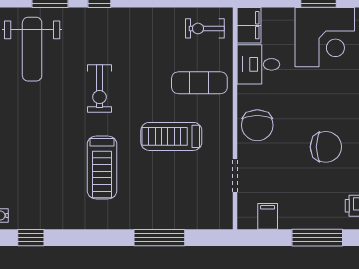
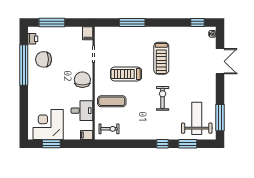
filing cabinet: (249, 25) -> (87, 135), width x0.50
treadmill: (171, 136) -> (126, 74), turned 180
chair: (326, 147) -> (44, 59), moved
treadmill: (102, 167) -> (161, 58), turned 180
filing cabinet: (268, 216) -> (88, 33), moved

